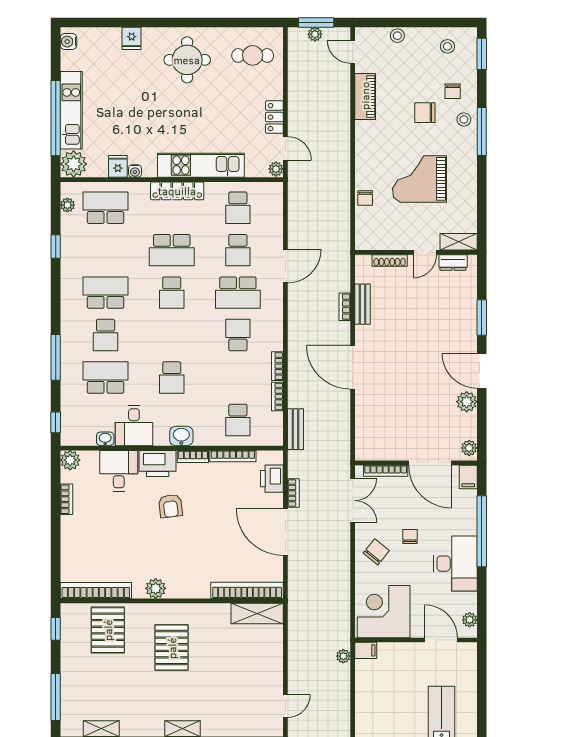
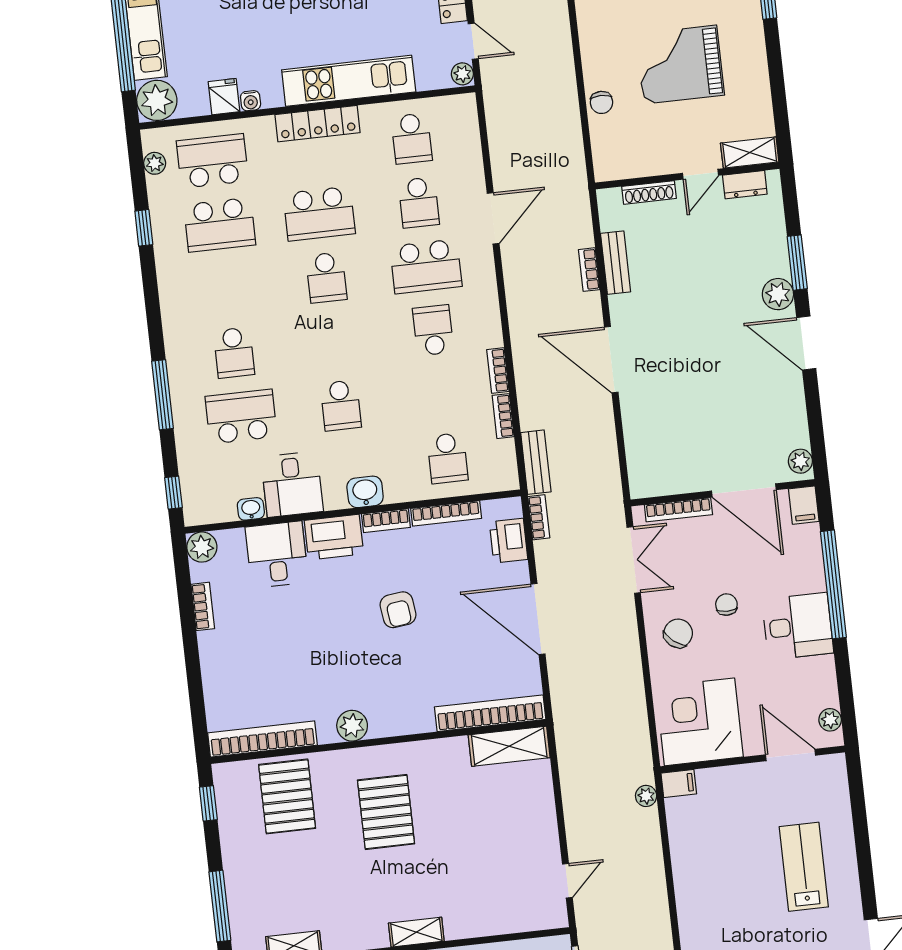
school desk: (106, 293) -> (220, 225), moved, turned 180
plant: (467, 402) -> (778, 294), moved
bookcase: (293, 493) -> (539, 517), moved
armchair: (170, 506) -> (398, 610), moved
desk: (455, 564) -> (798, 626), width x0.73

